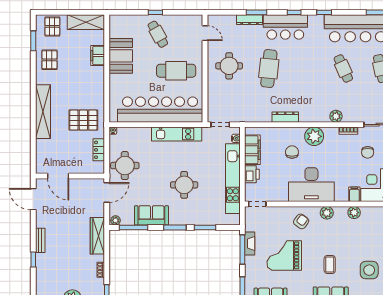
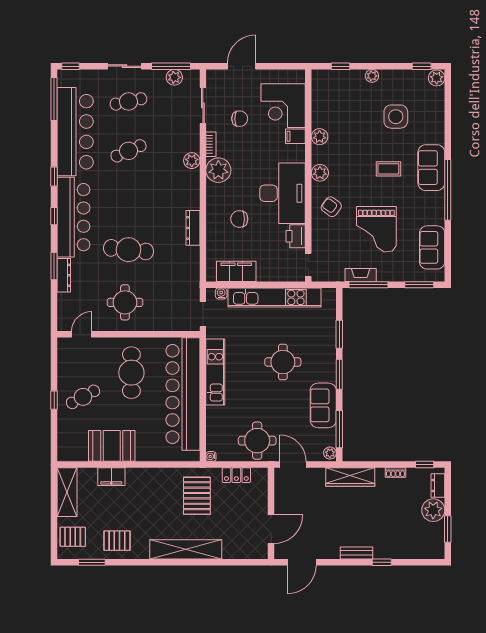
bar counter: (285, 27) -> (73, 217), width x1.36
plant: (314, 136) -> (218, 170), moved
printer: (252, 174) -> (296, 236), moved, turned -90

